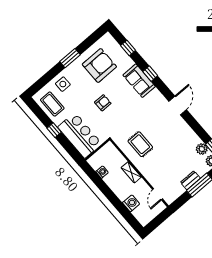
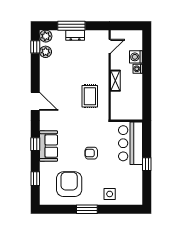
armchair: (99, 65) -> (69, 184), turned 90
coffee table: (52, 104) -> (131, 186), removed
door: (178, 105) -> (35, 101), swing flipped
washing machine: (102, 172) -> (138, 69), moved

